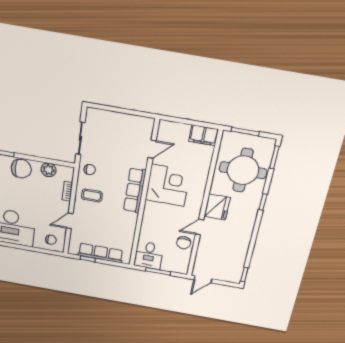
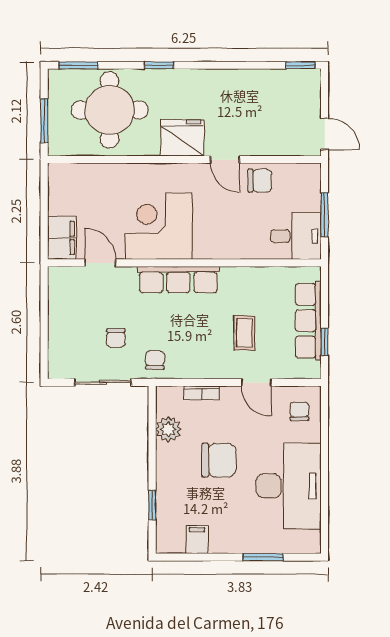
filing cabinet: (204, 135) -> (62, 238), moved
chair: (106, 150) -> (116, 338), added
chair: (21, 169) -> (219, 460), moved, turned 90
coffee table: (92, 195) -> (244, 333), moved

